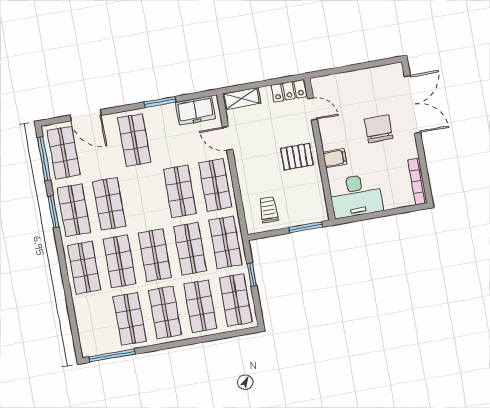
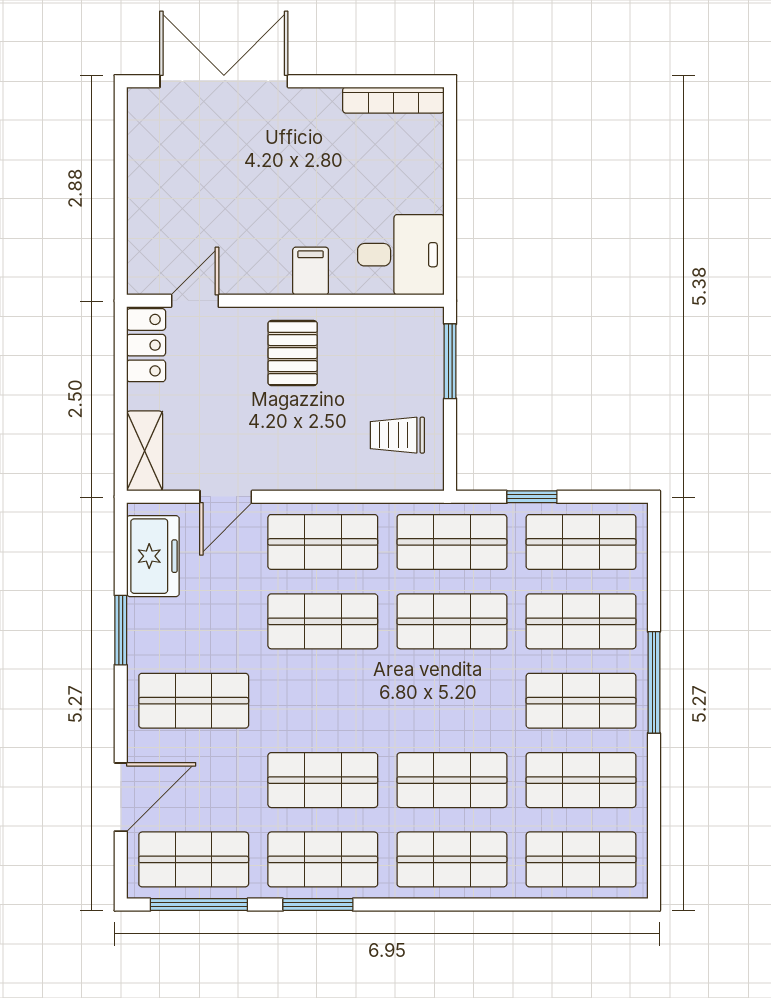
chair: (379, 129) -> (264, 164), removed
desk: (356, 196) -> (401, 255), width x0.73
shop shelf: (155, 255) -> (581, 859), moved
window: (112, 355) -> (654, 682), moved

